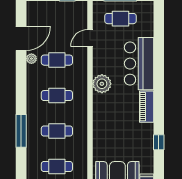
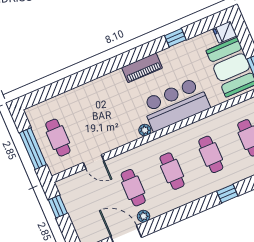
bar counter: (139, 64) -> (176, 104), moved, turned 180
plant: (102, 84) -> (145, 130), width x0.53, depth x0.53
window: (21, 131) -> (227, 194), width x0.46

